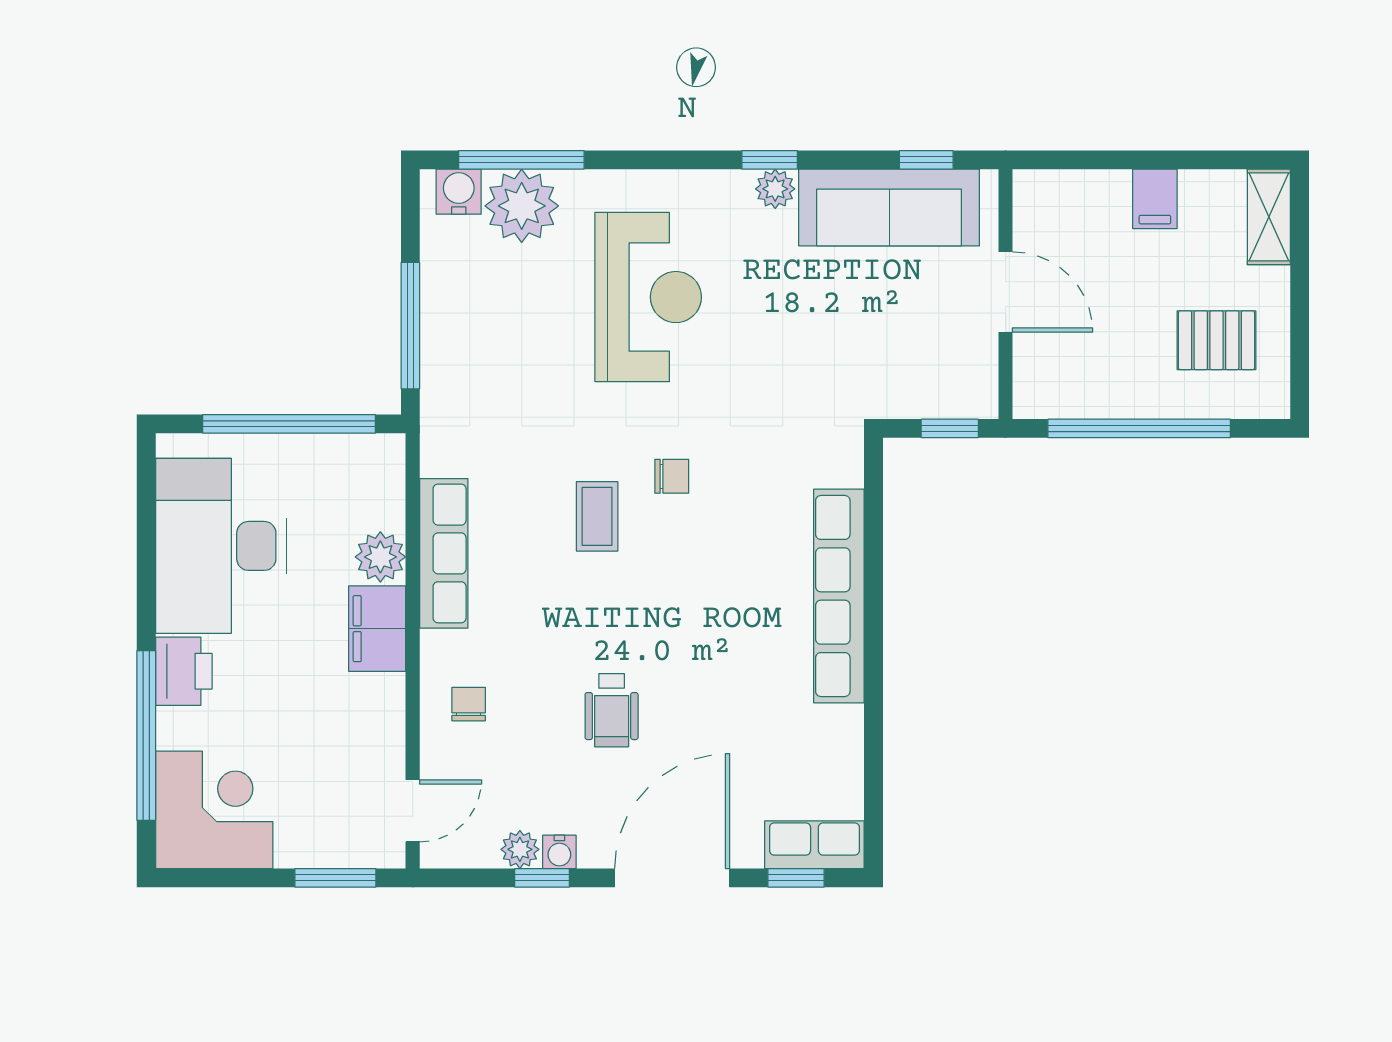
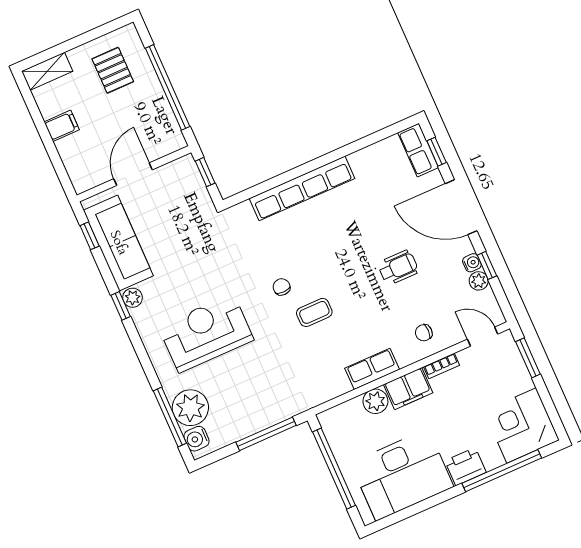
row of seats: (444, 553) -> (372, 369), width x0.68
bookcase: (392, 710) -> (442, 366), added

